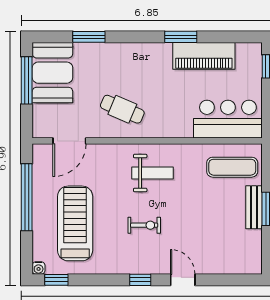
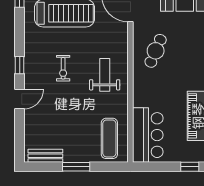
weight bench: (153, 173) -> (105, 75), turned 180
bench: (254, 207) -> (45, 156), moved

